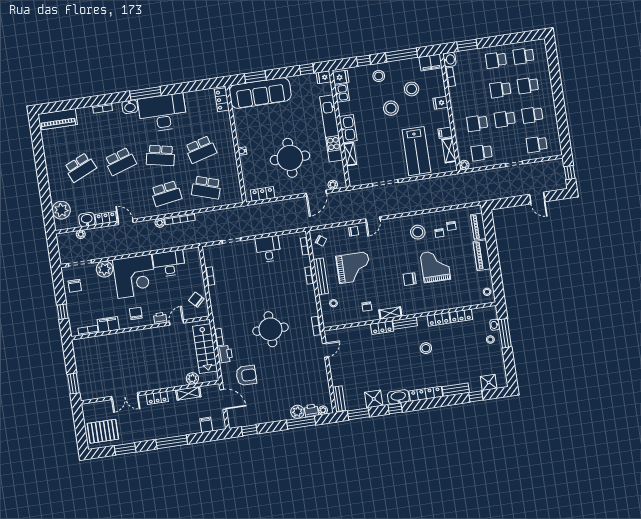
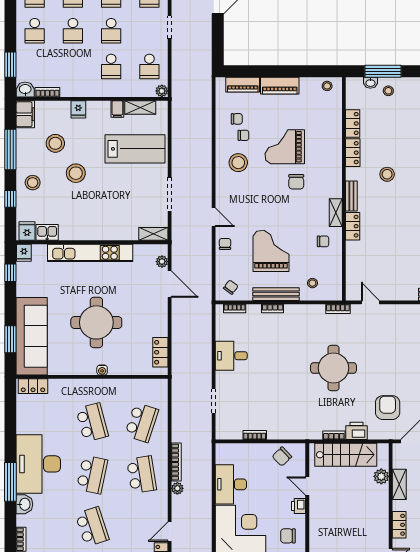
kitchen sink: (348, 129) -> (94, 231), removed
shelving: (350, 154) -> (153, 234), moved
round table: (290, 158) -> (96, 322), moved

